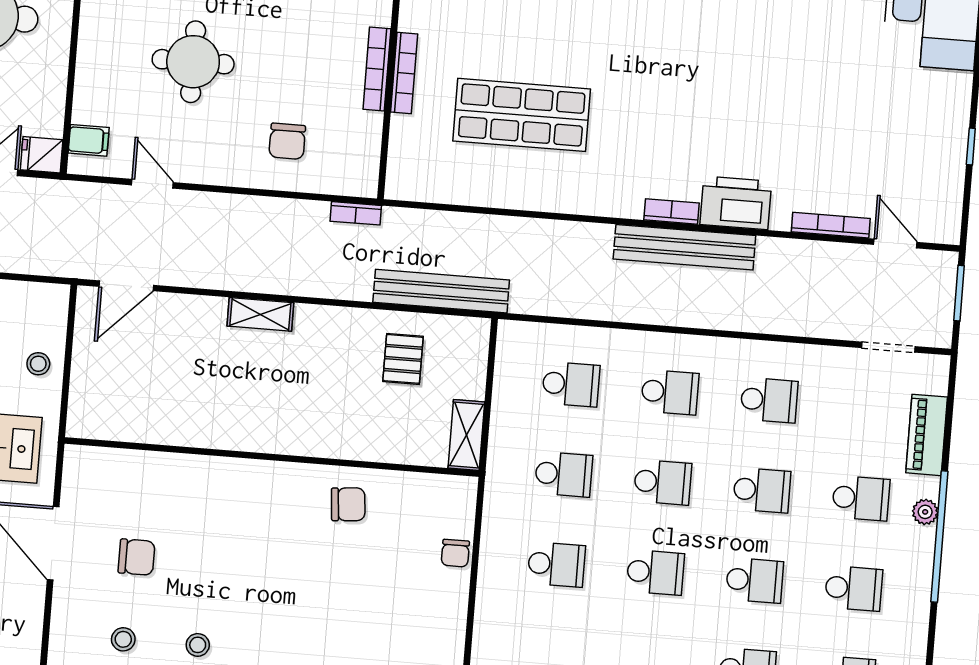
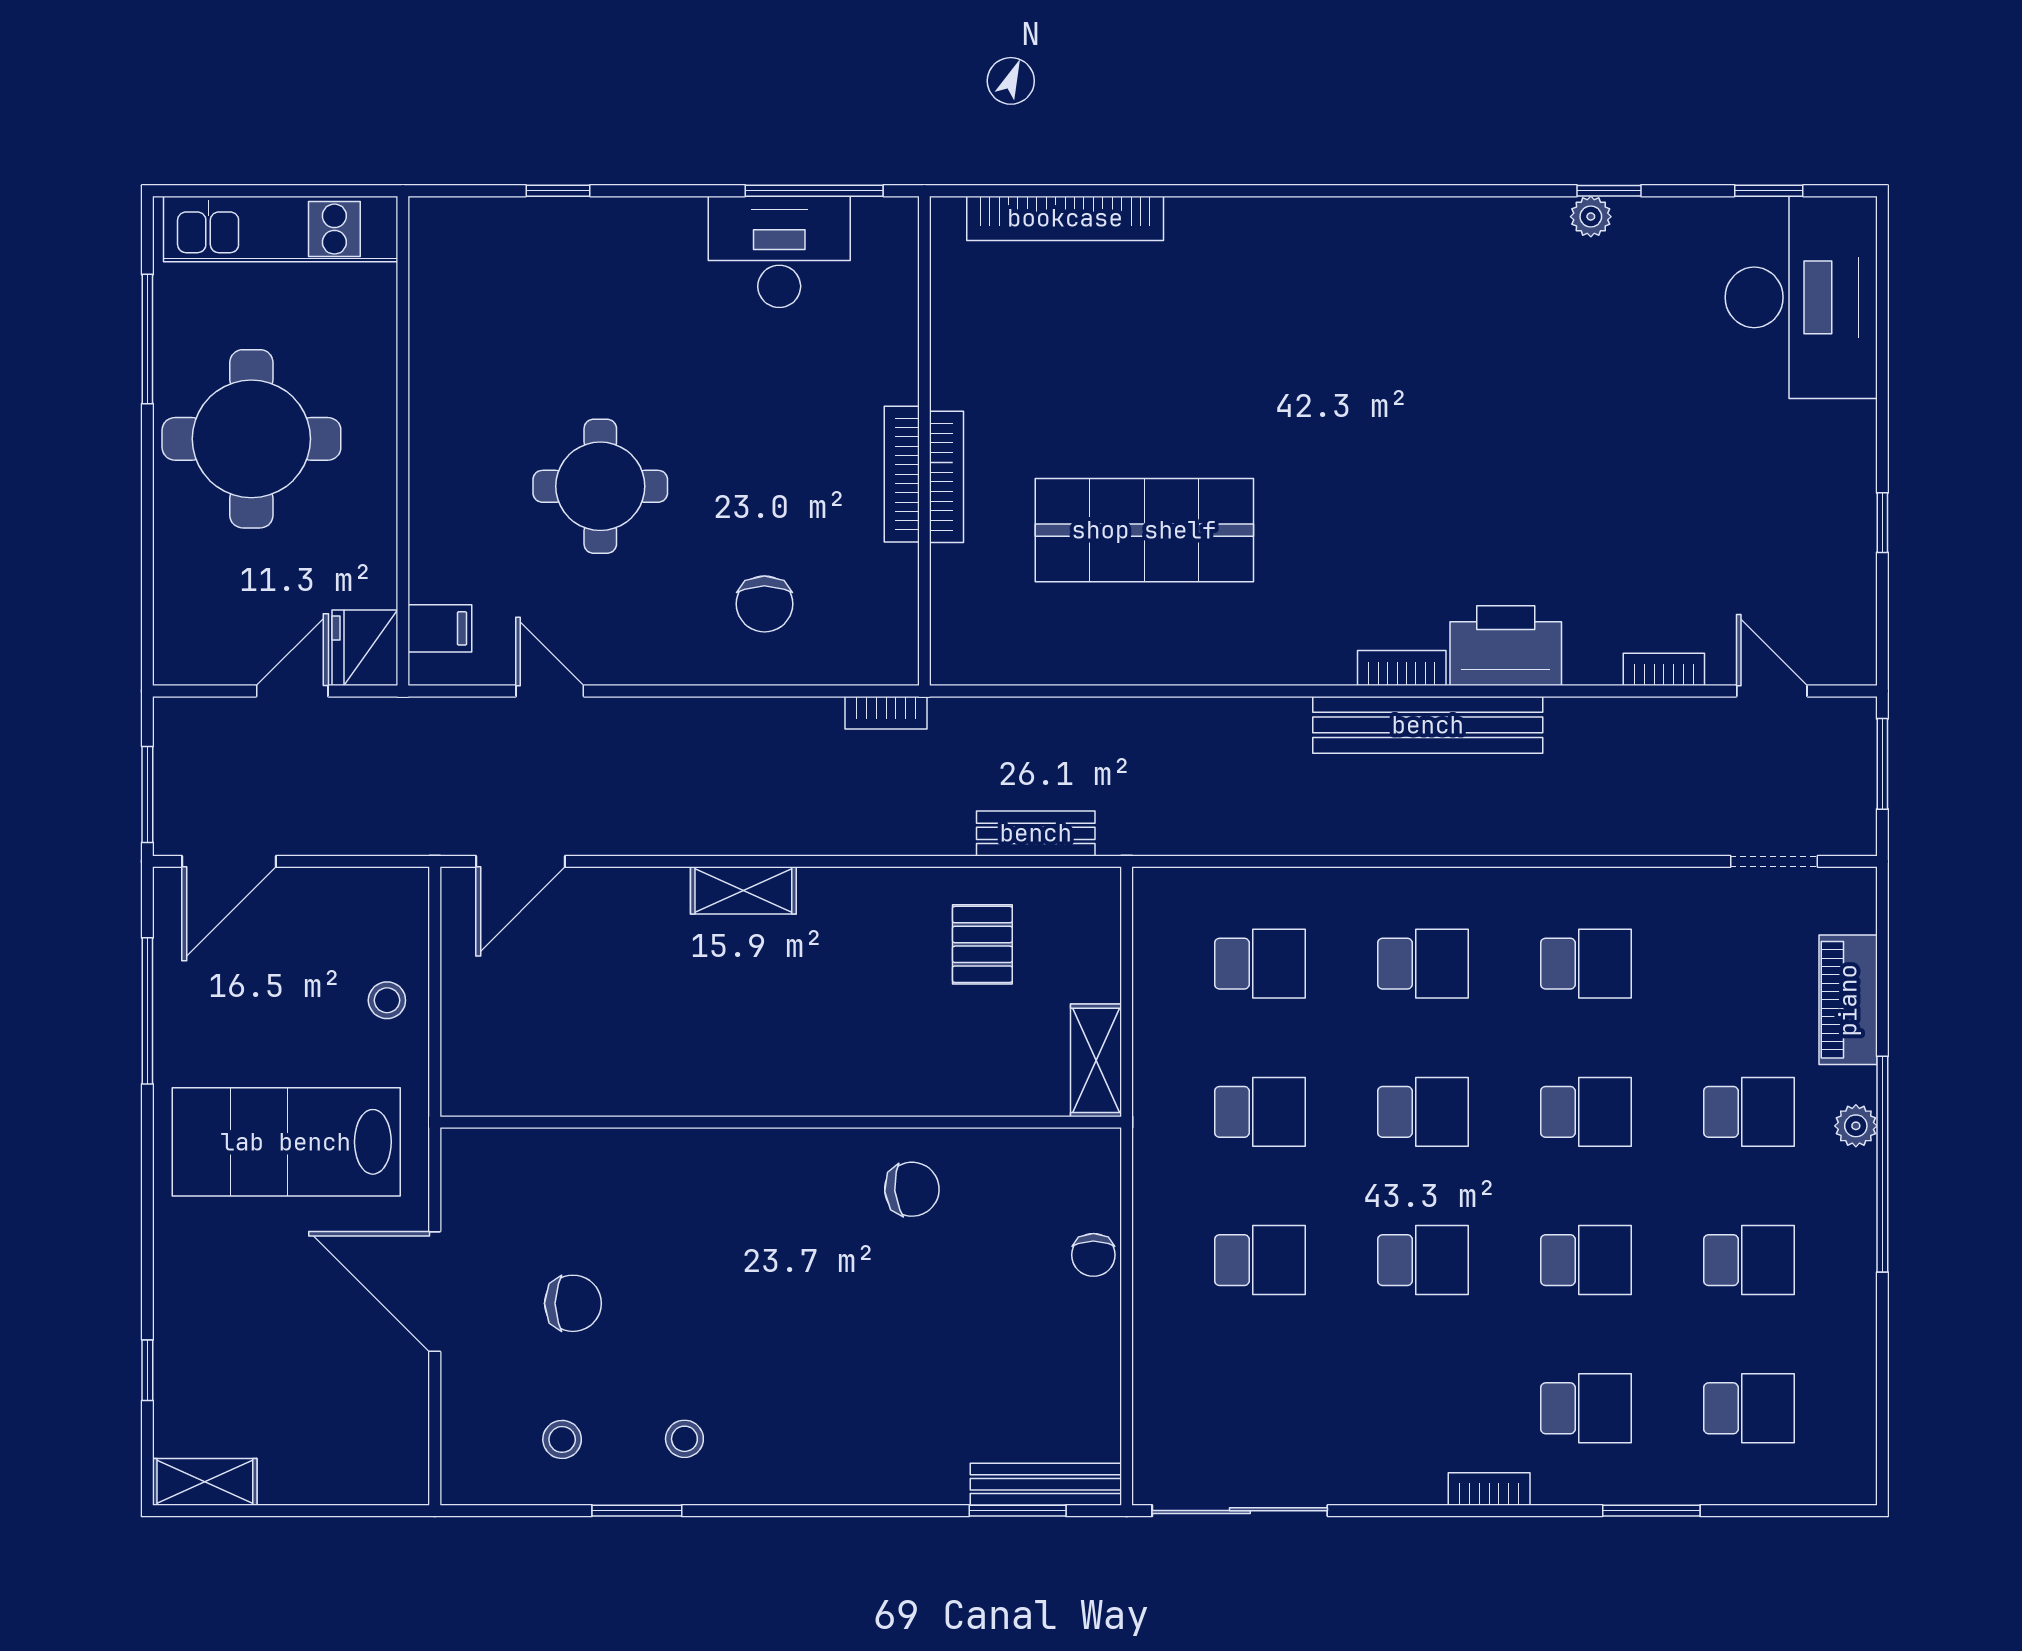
fridge: (42, 155) -> (365, 648), width x1.38
bookcase: (831, 225) -> (1664, 669), width x0.64
bench: (441, 291) -> (1036, 833), width x0.54, depth x0.82

